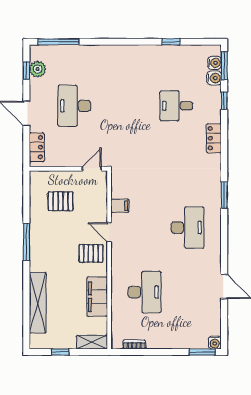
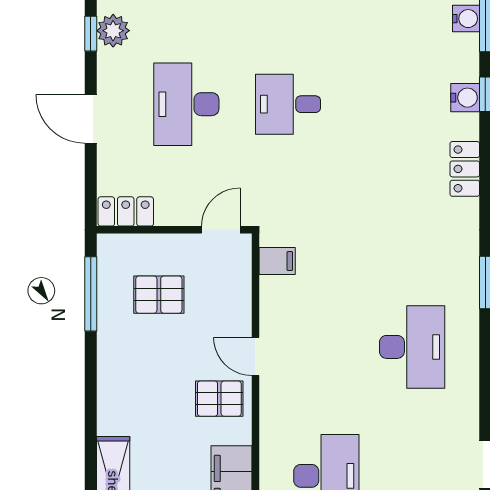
water cooler: (214, 78) -> (465, 98), moved
desk: (176, 106) -> (288, 104), moved
locker: (37, 147) -> (126, 211), moved, turned -90
filing cabinet: (120, 206) -> (277, 261), moved
window: (26, 242) -> (91, 294), moved

